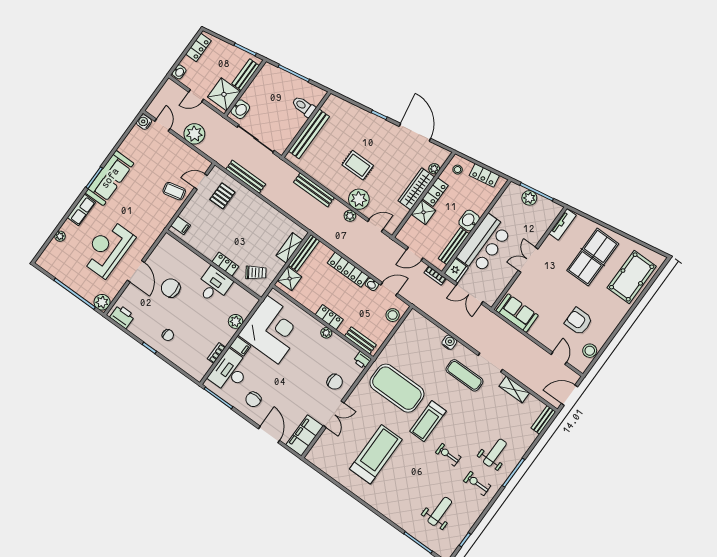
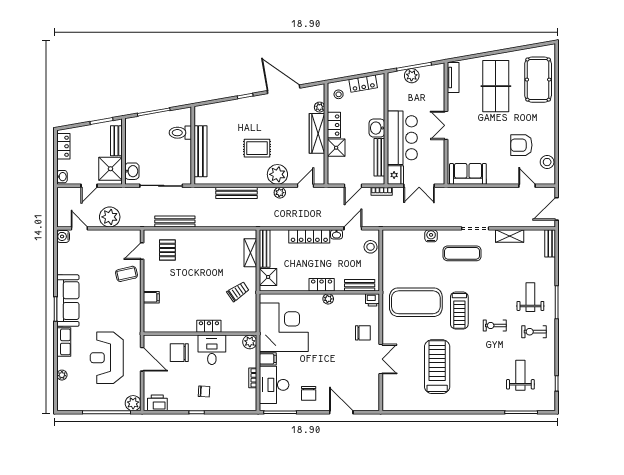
locker: (225, 264) -> (209, 326), moved
wall: (214, 265) -> (200, 334), moved
desk: (214, 285) -> (212, 350), moved
filing cabinet: (305, 435) -> (370, 393), removed

